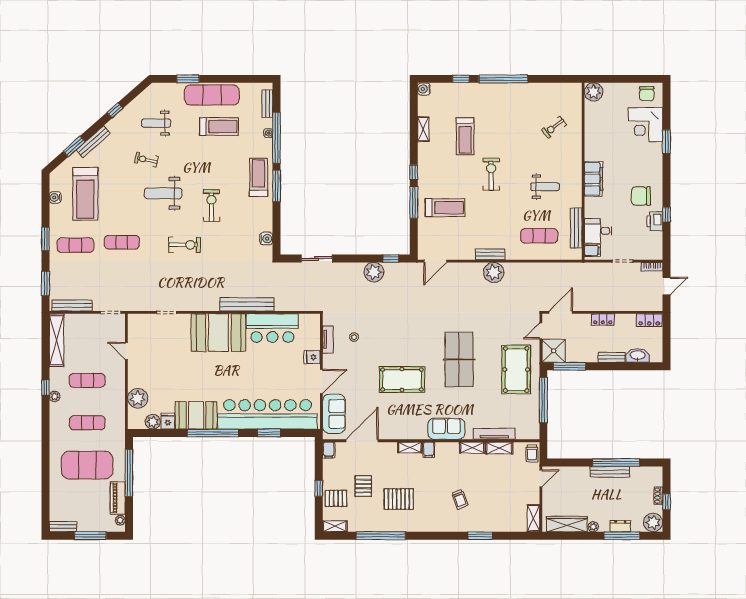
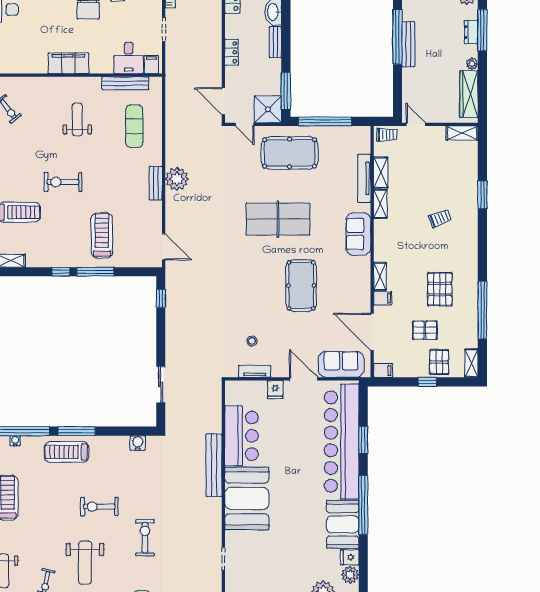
plant: (374, 272) -> (177, 318), removed
filing cabinet: (429, 450) -> (383, 298), moved

